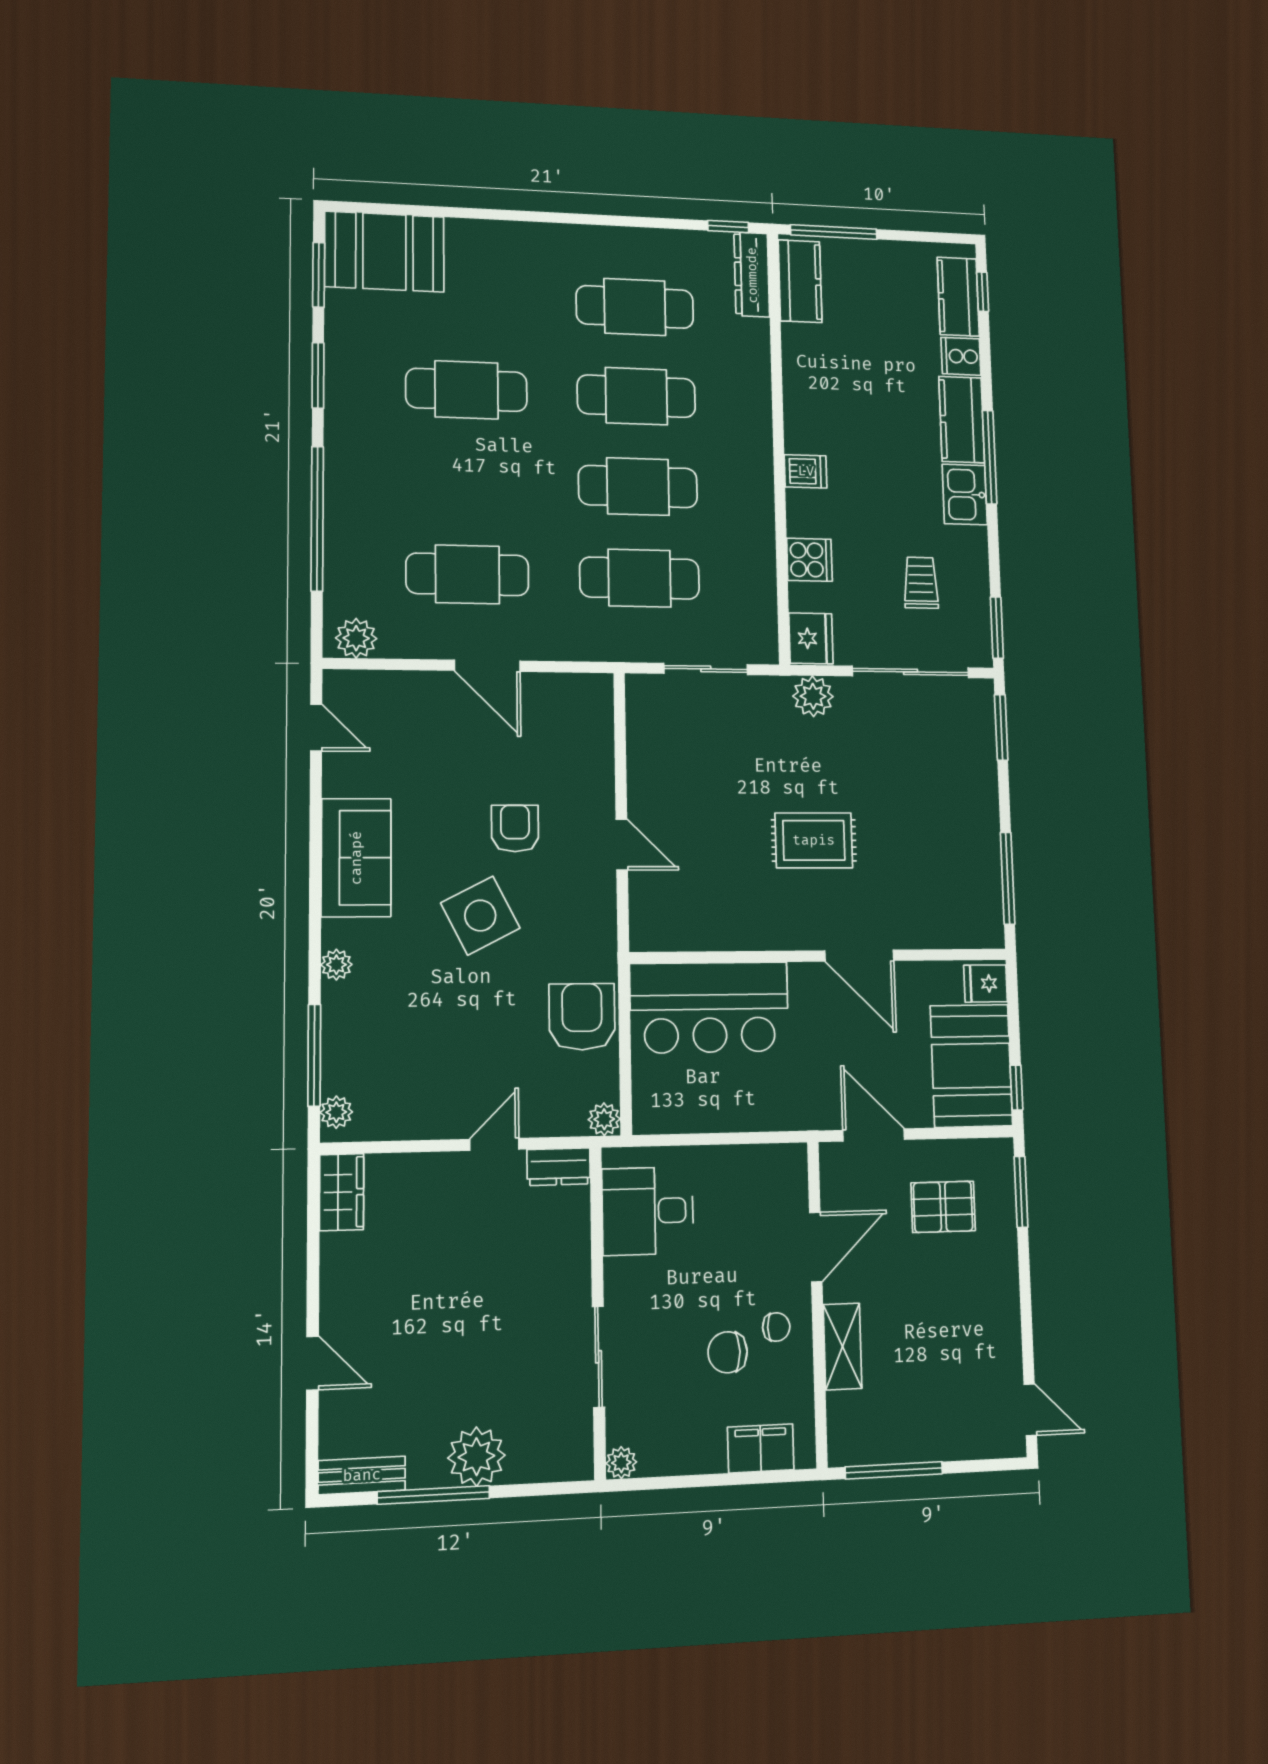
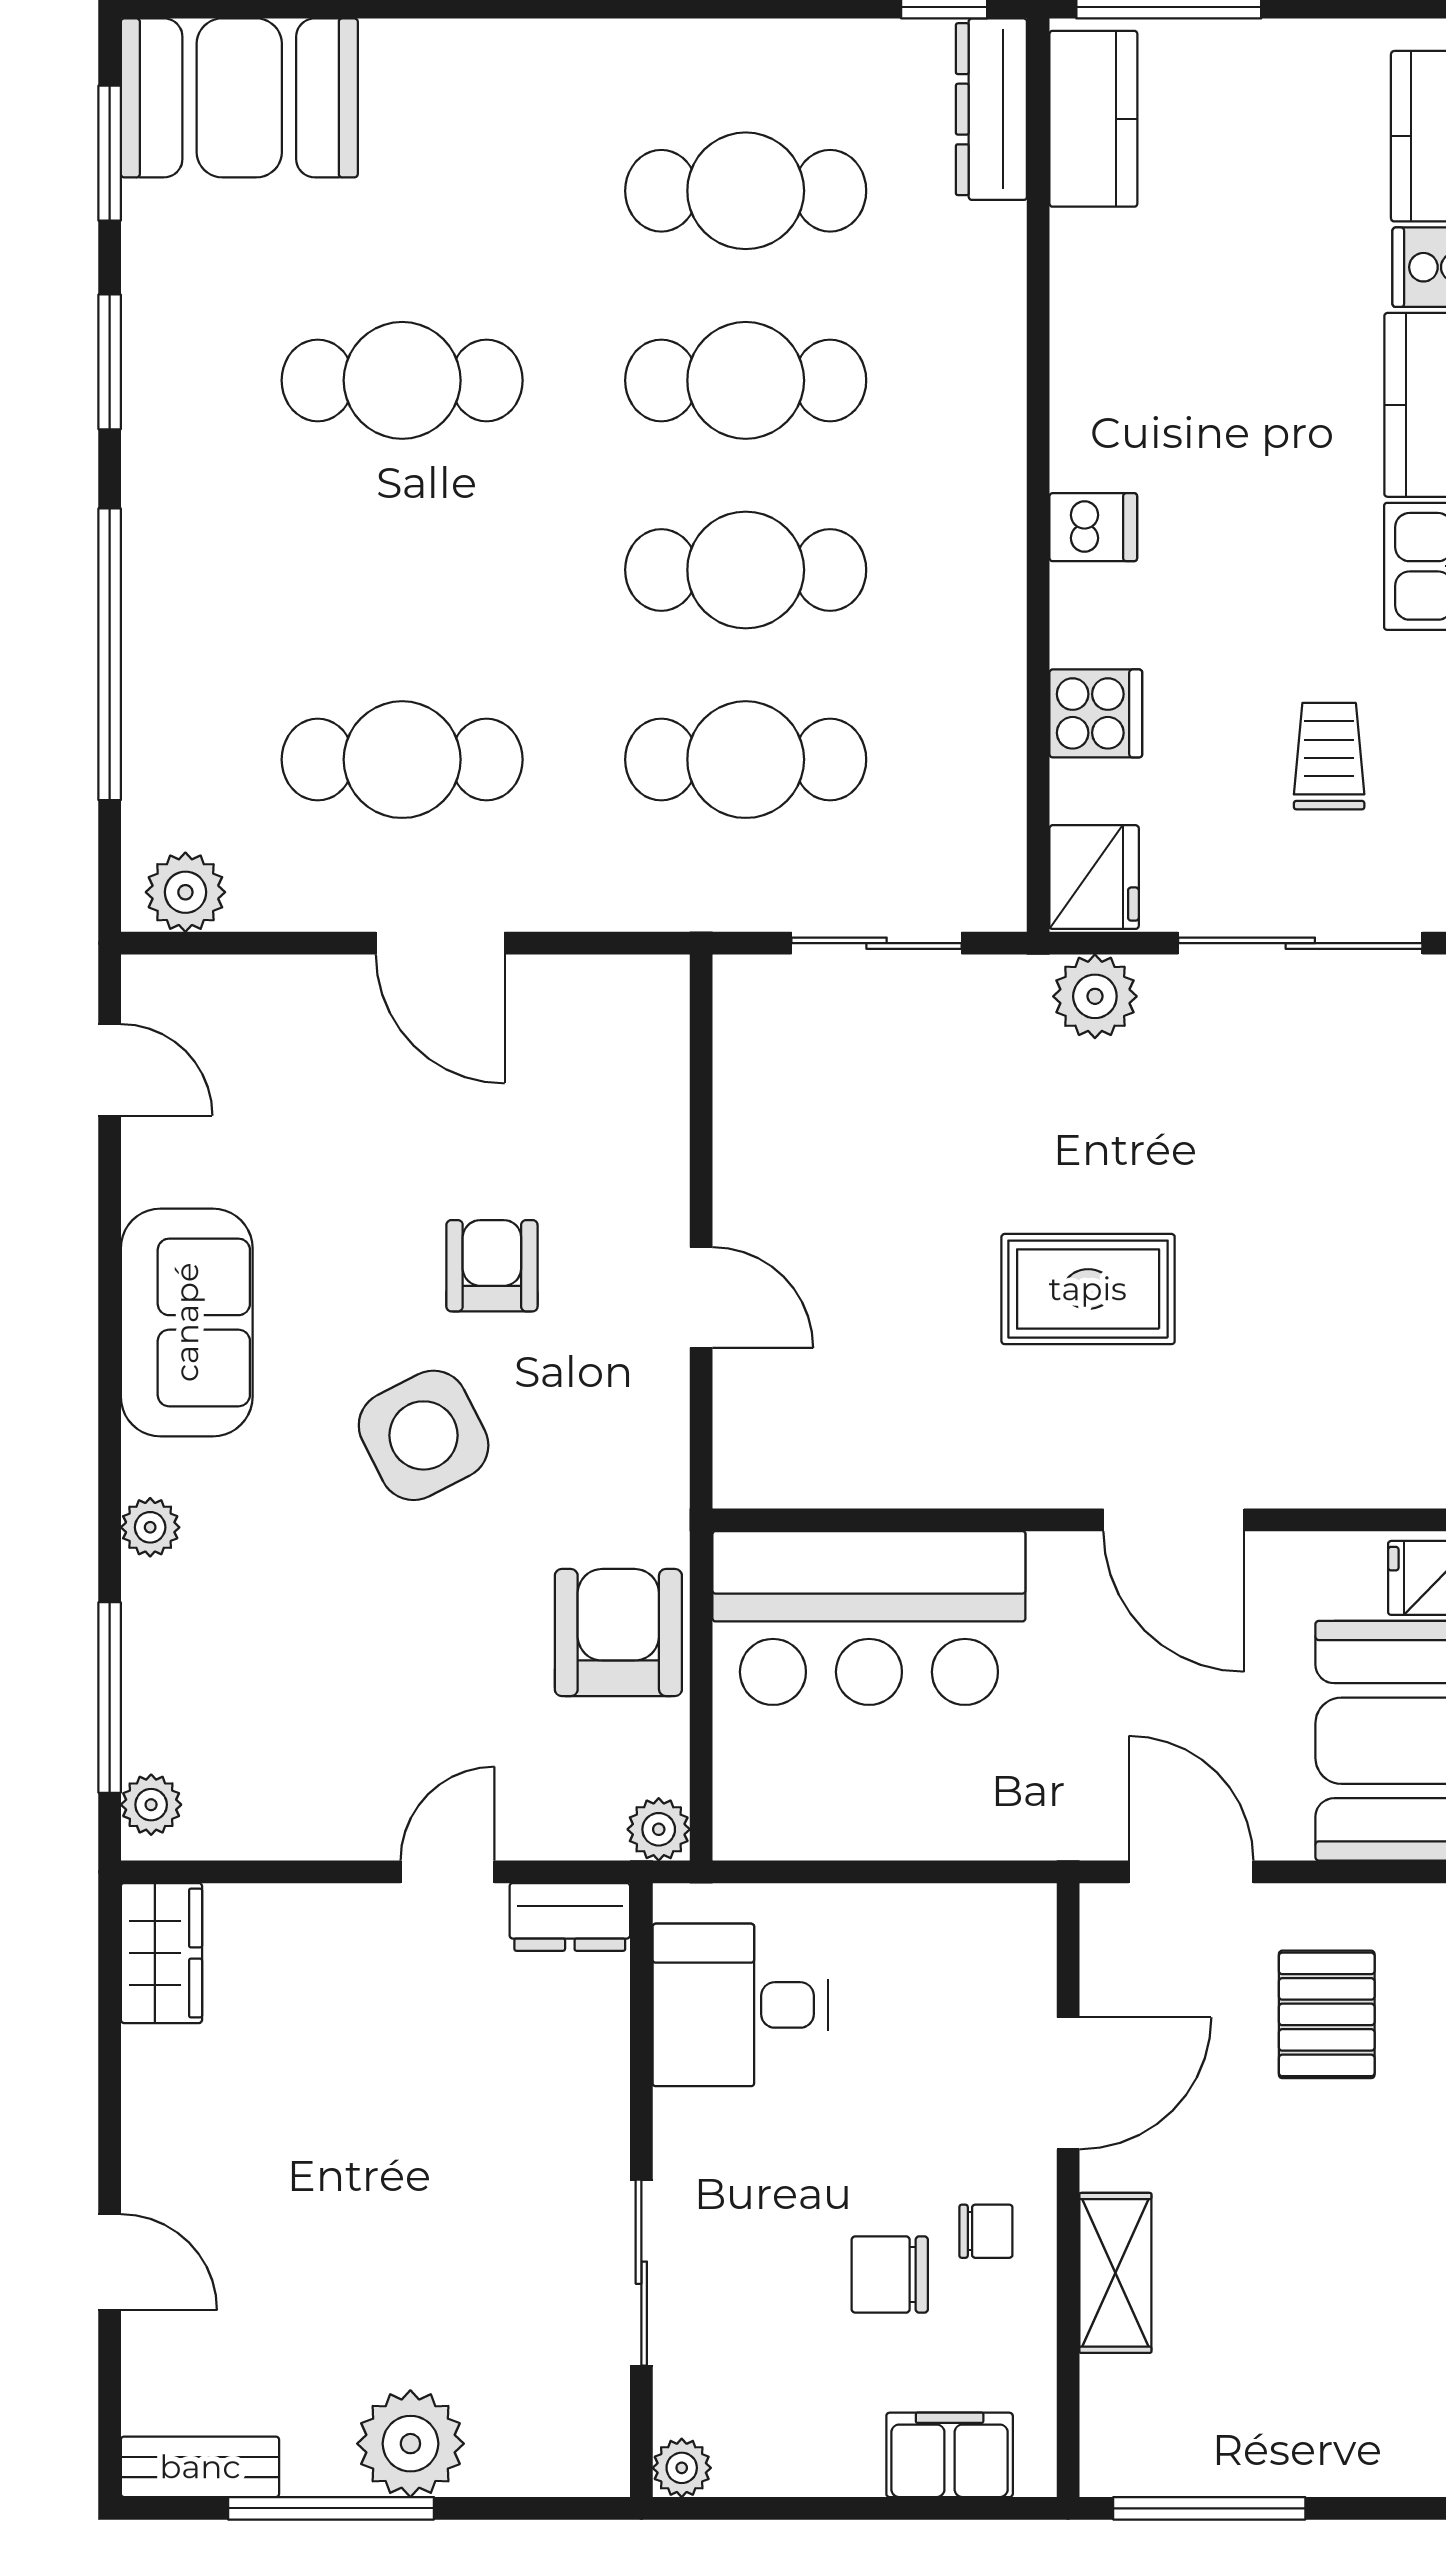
pallet: (943, 1207) -> (1327, 2014), turned 90

